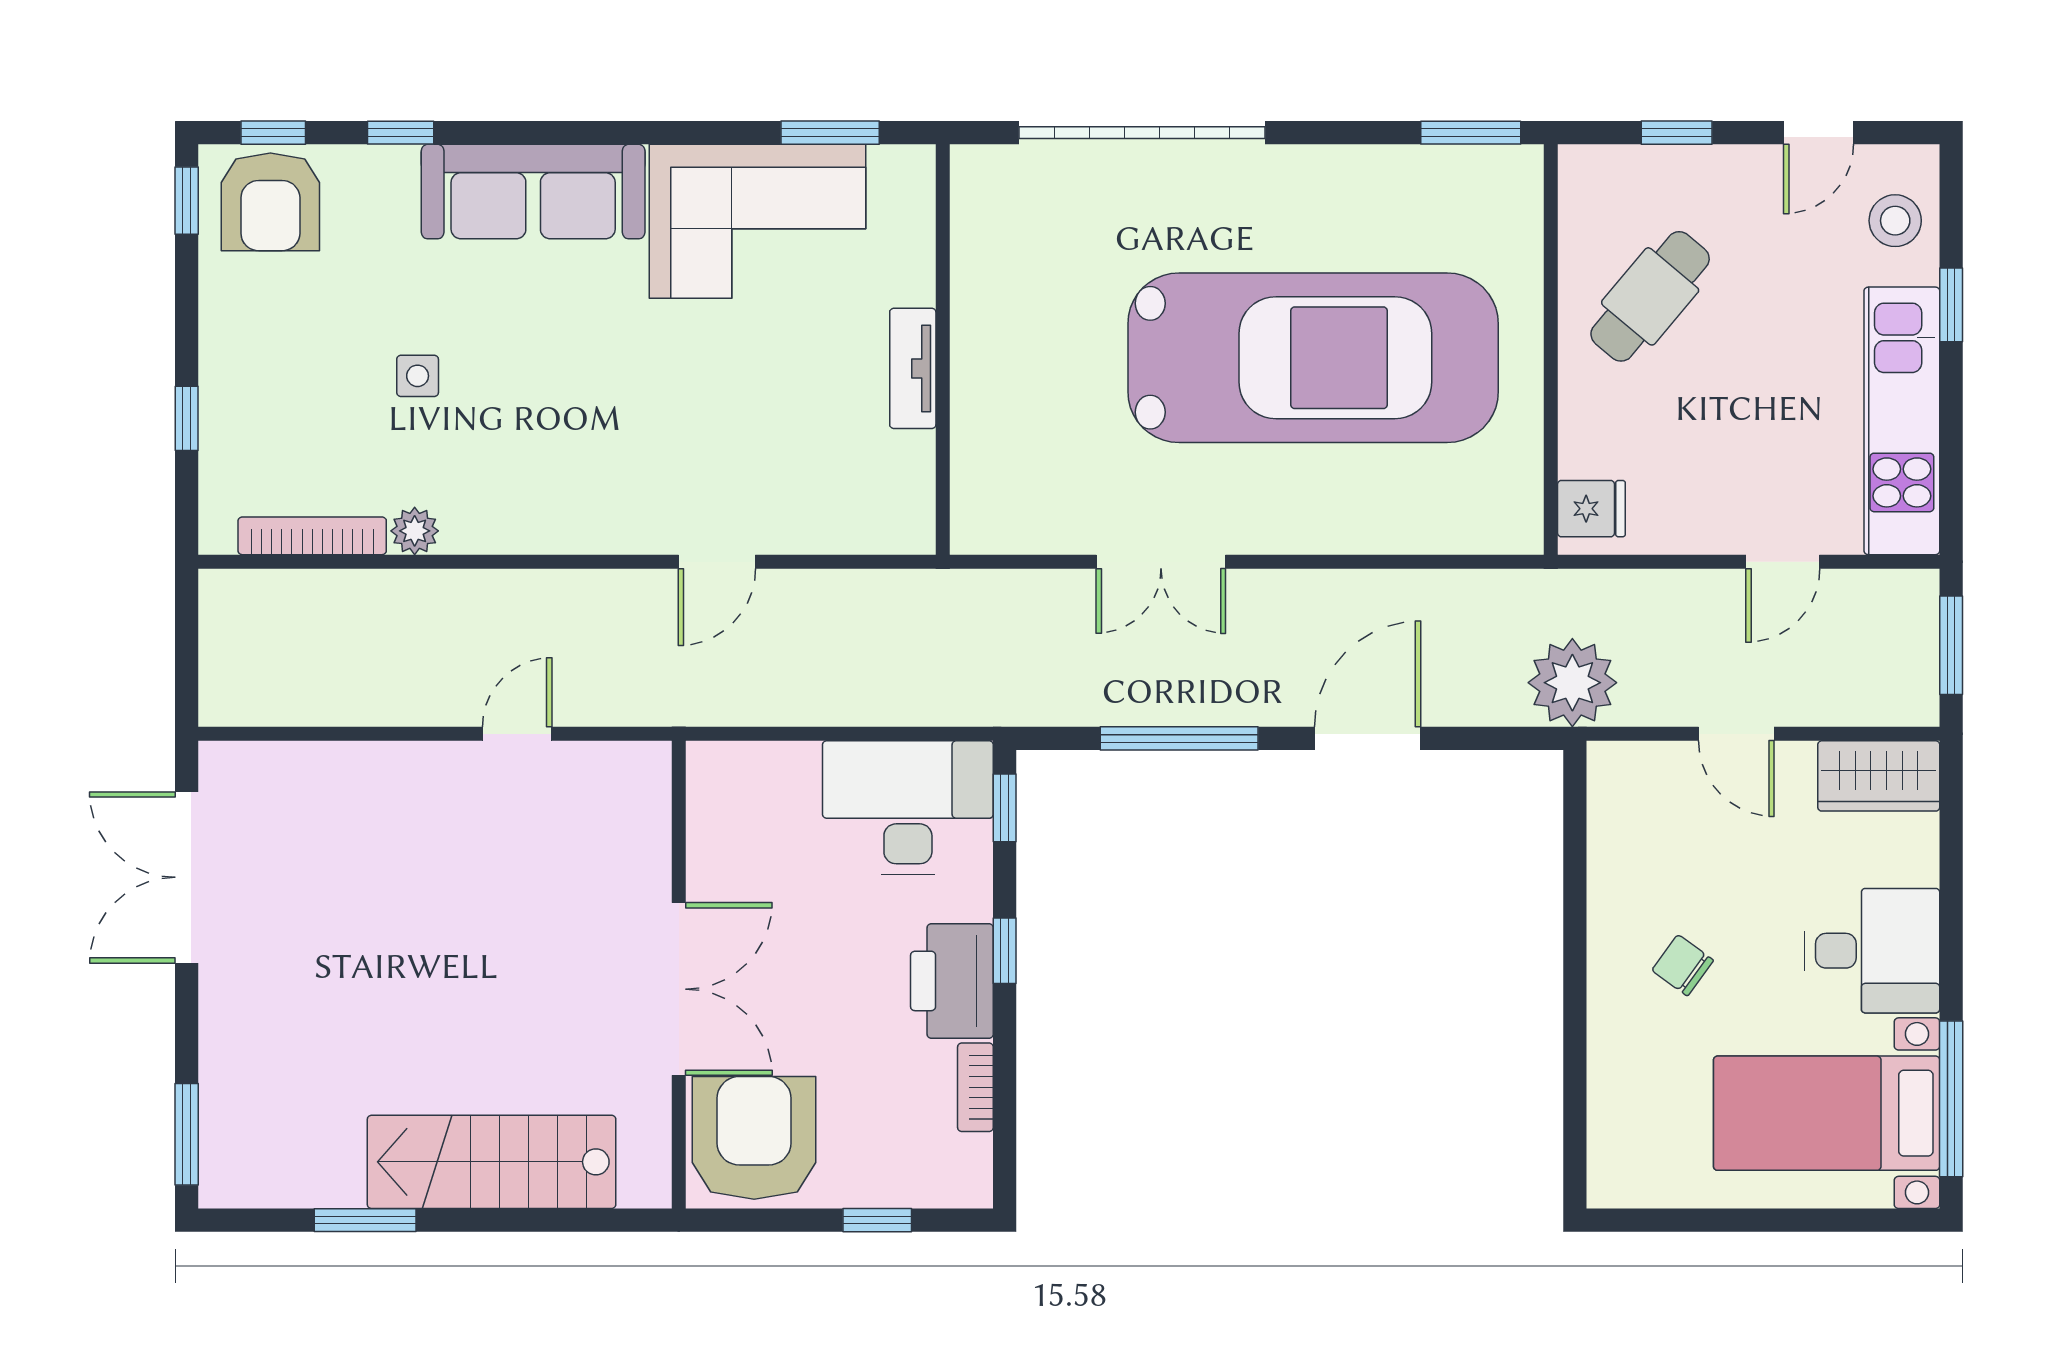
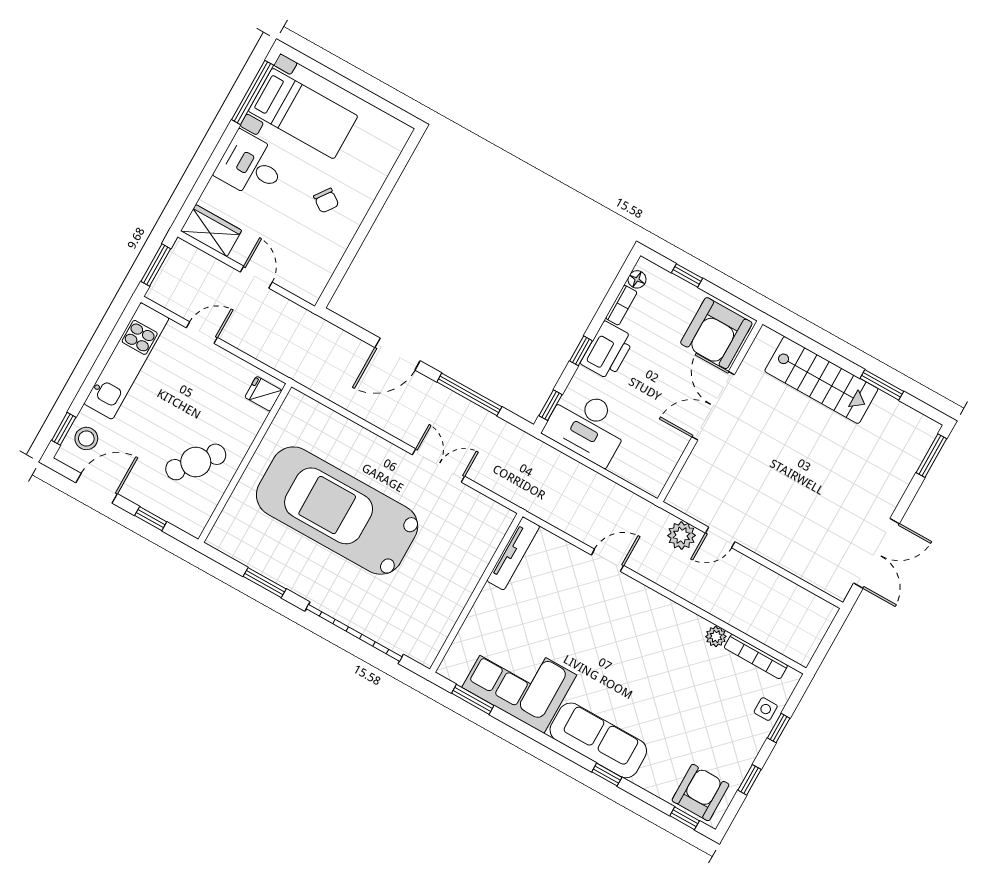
window: (401, 133) -> (607, 775), moved
window: (1471, 133) -> (265, 583), moved
door: (1819, 133) -> (97, 488), width x1.38
window: (187, 201) -> (750, 780), moved
window: (1951, 305) -> (64, 429), moved
tv unit: (913, 368) -> (513, 553), moved, width x1.41
side table: (418, 376) -> (766, 709), moved
plant: (1572, 683) -> (682, 535), moved, width x0.73, depth x0.73
floor lamp: (973, 1156) -> (637, 279), added

